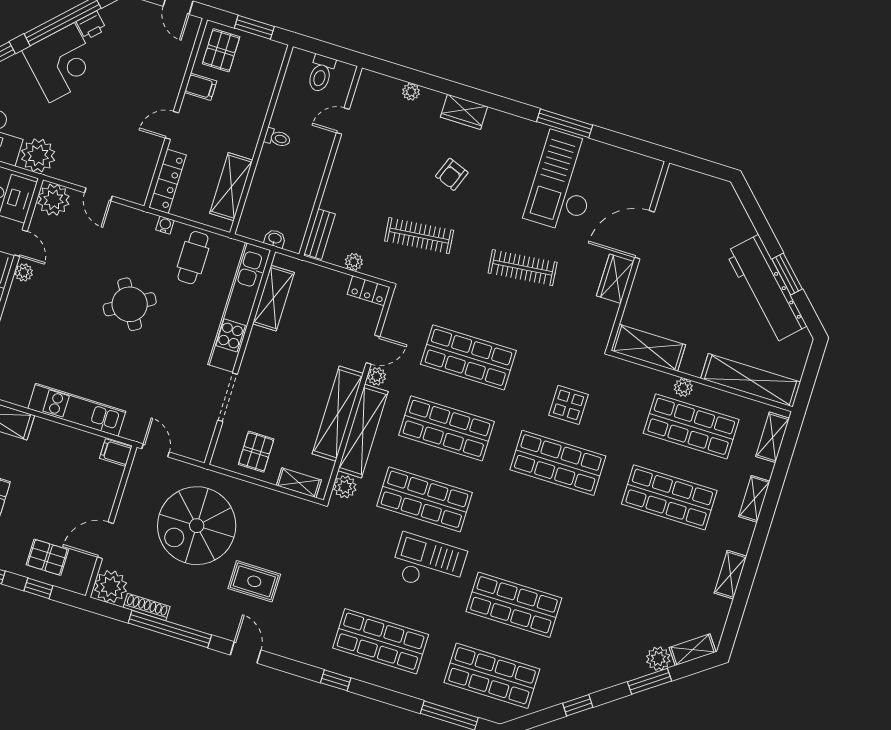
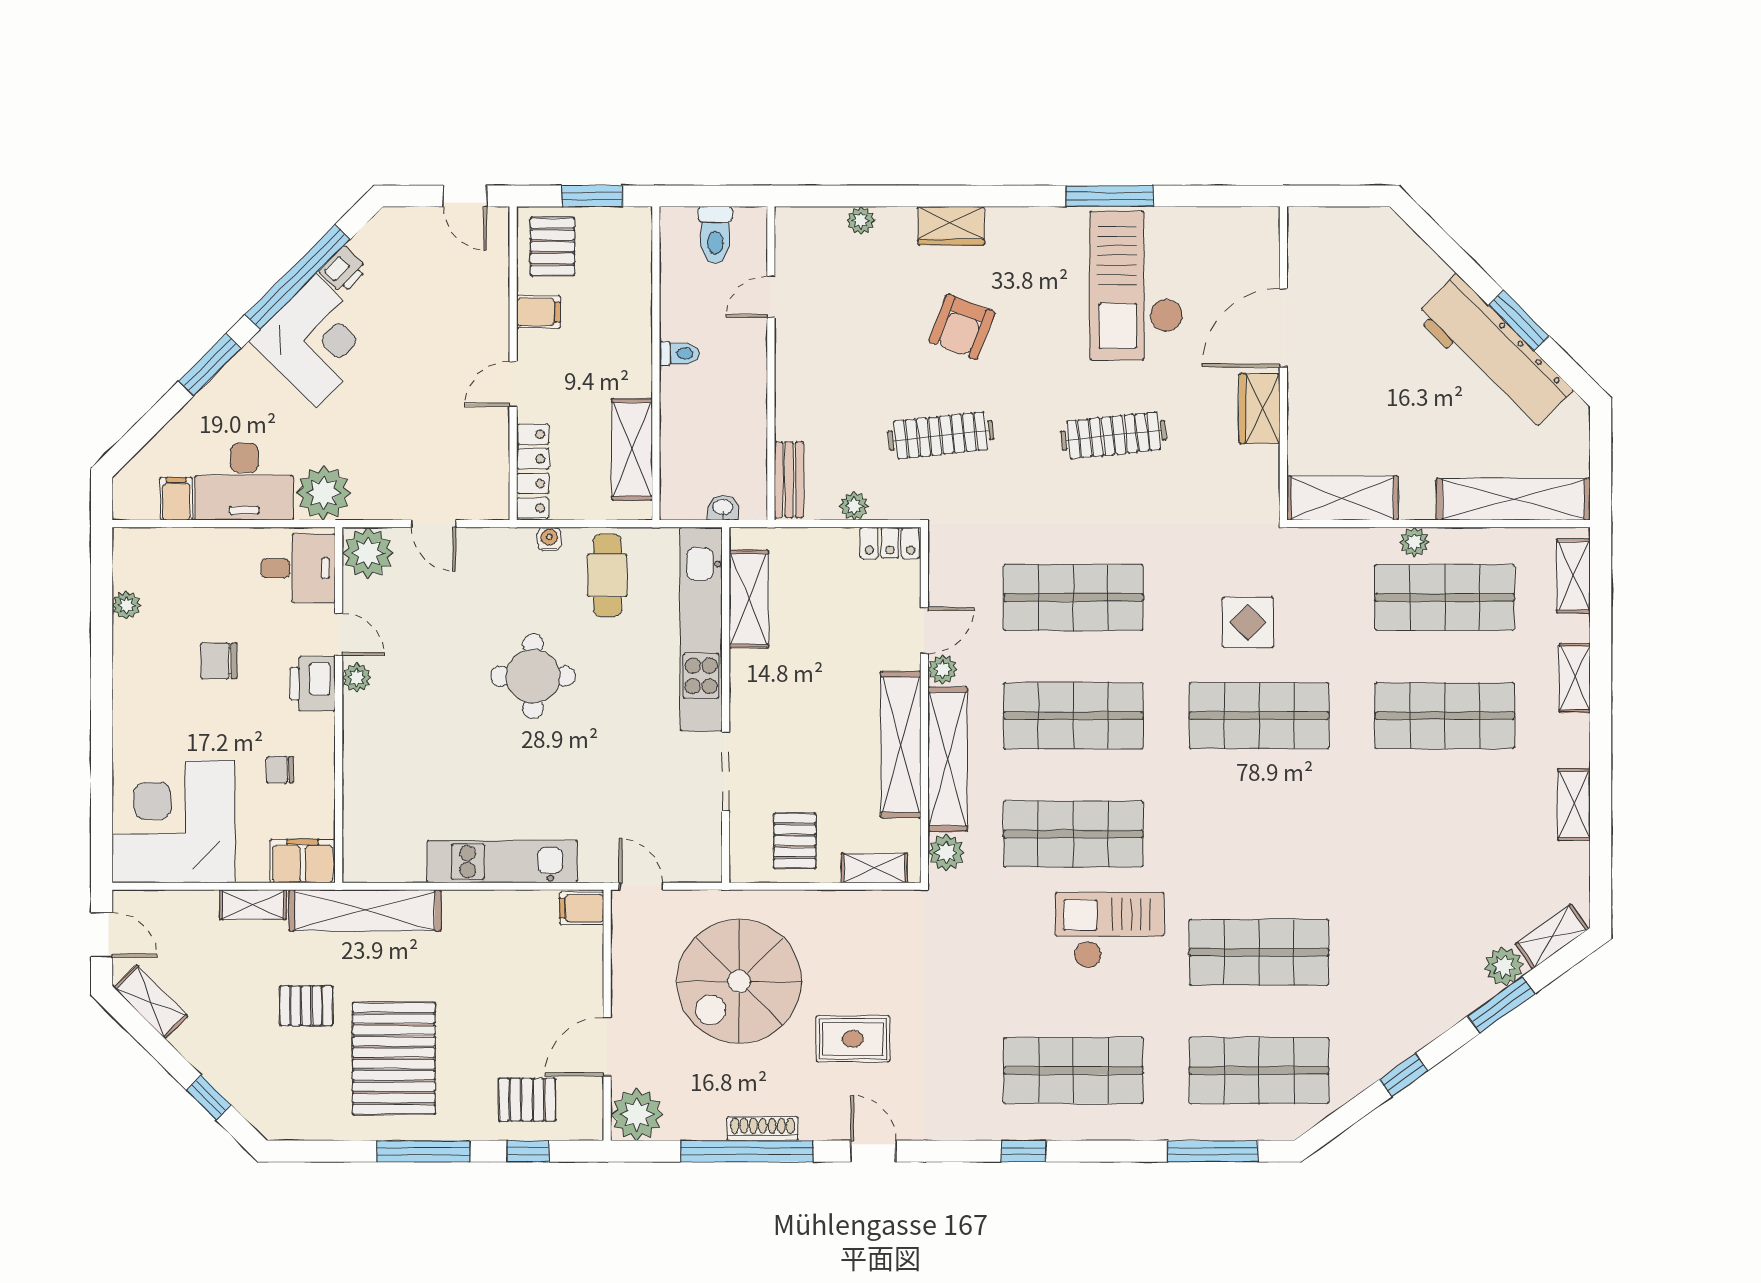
armchair: (452, 174) -> (962, 327), width x1.38, depth x1.38
round table: (130, 304) -> (533, 676), turned 31
shoe rack: (147, 607) -> (763, 1129), moved

